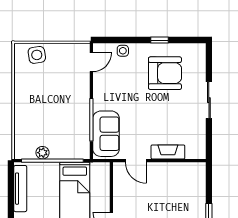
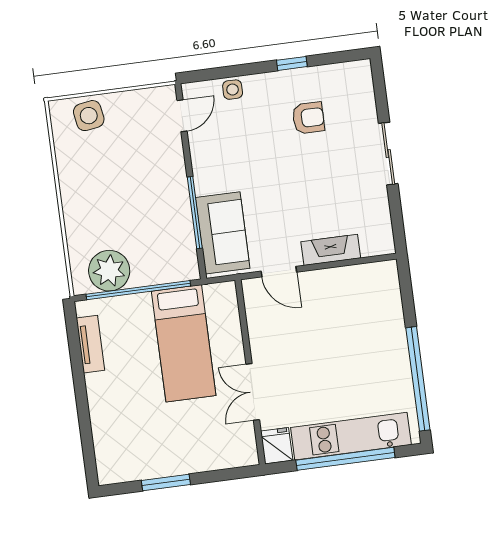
armchair: (165, 73) -> (308, 118), width x0.53, depth x0.53
plant: (42, 153) -> (109, 271), width x1.87, depth x1.87
tv unit: (20, 189) -> (90, 344), width x0.71

